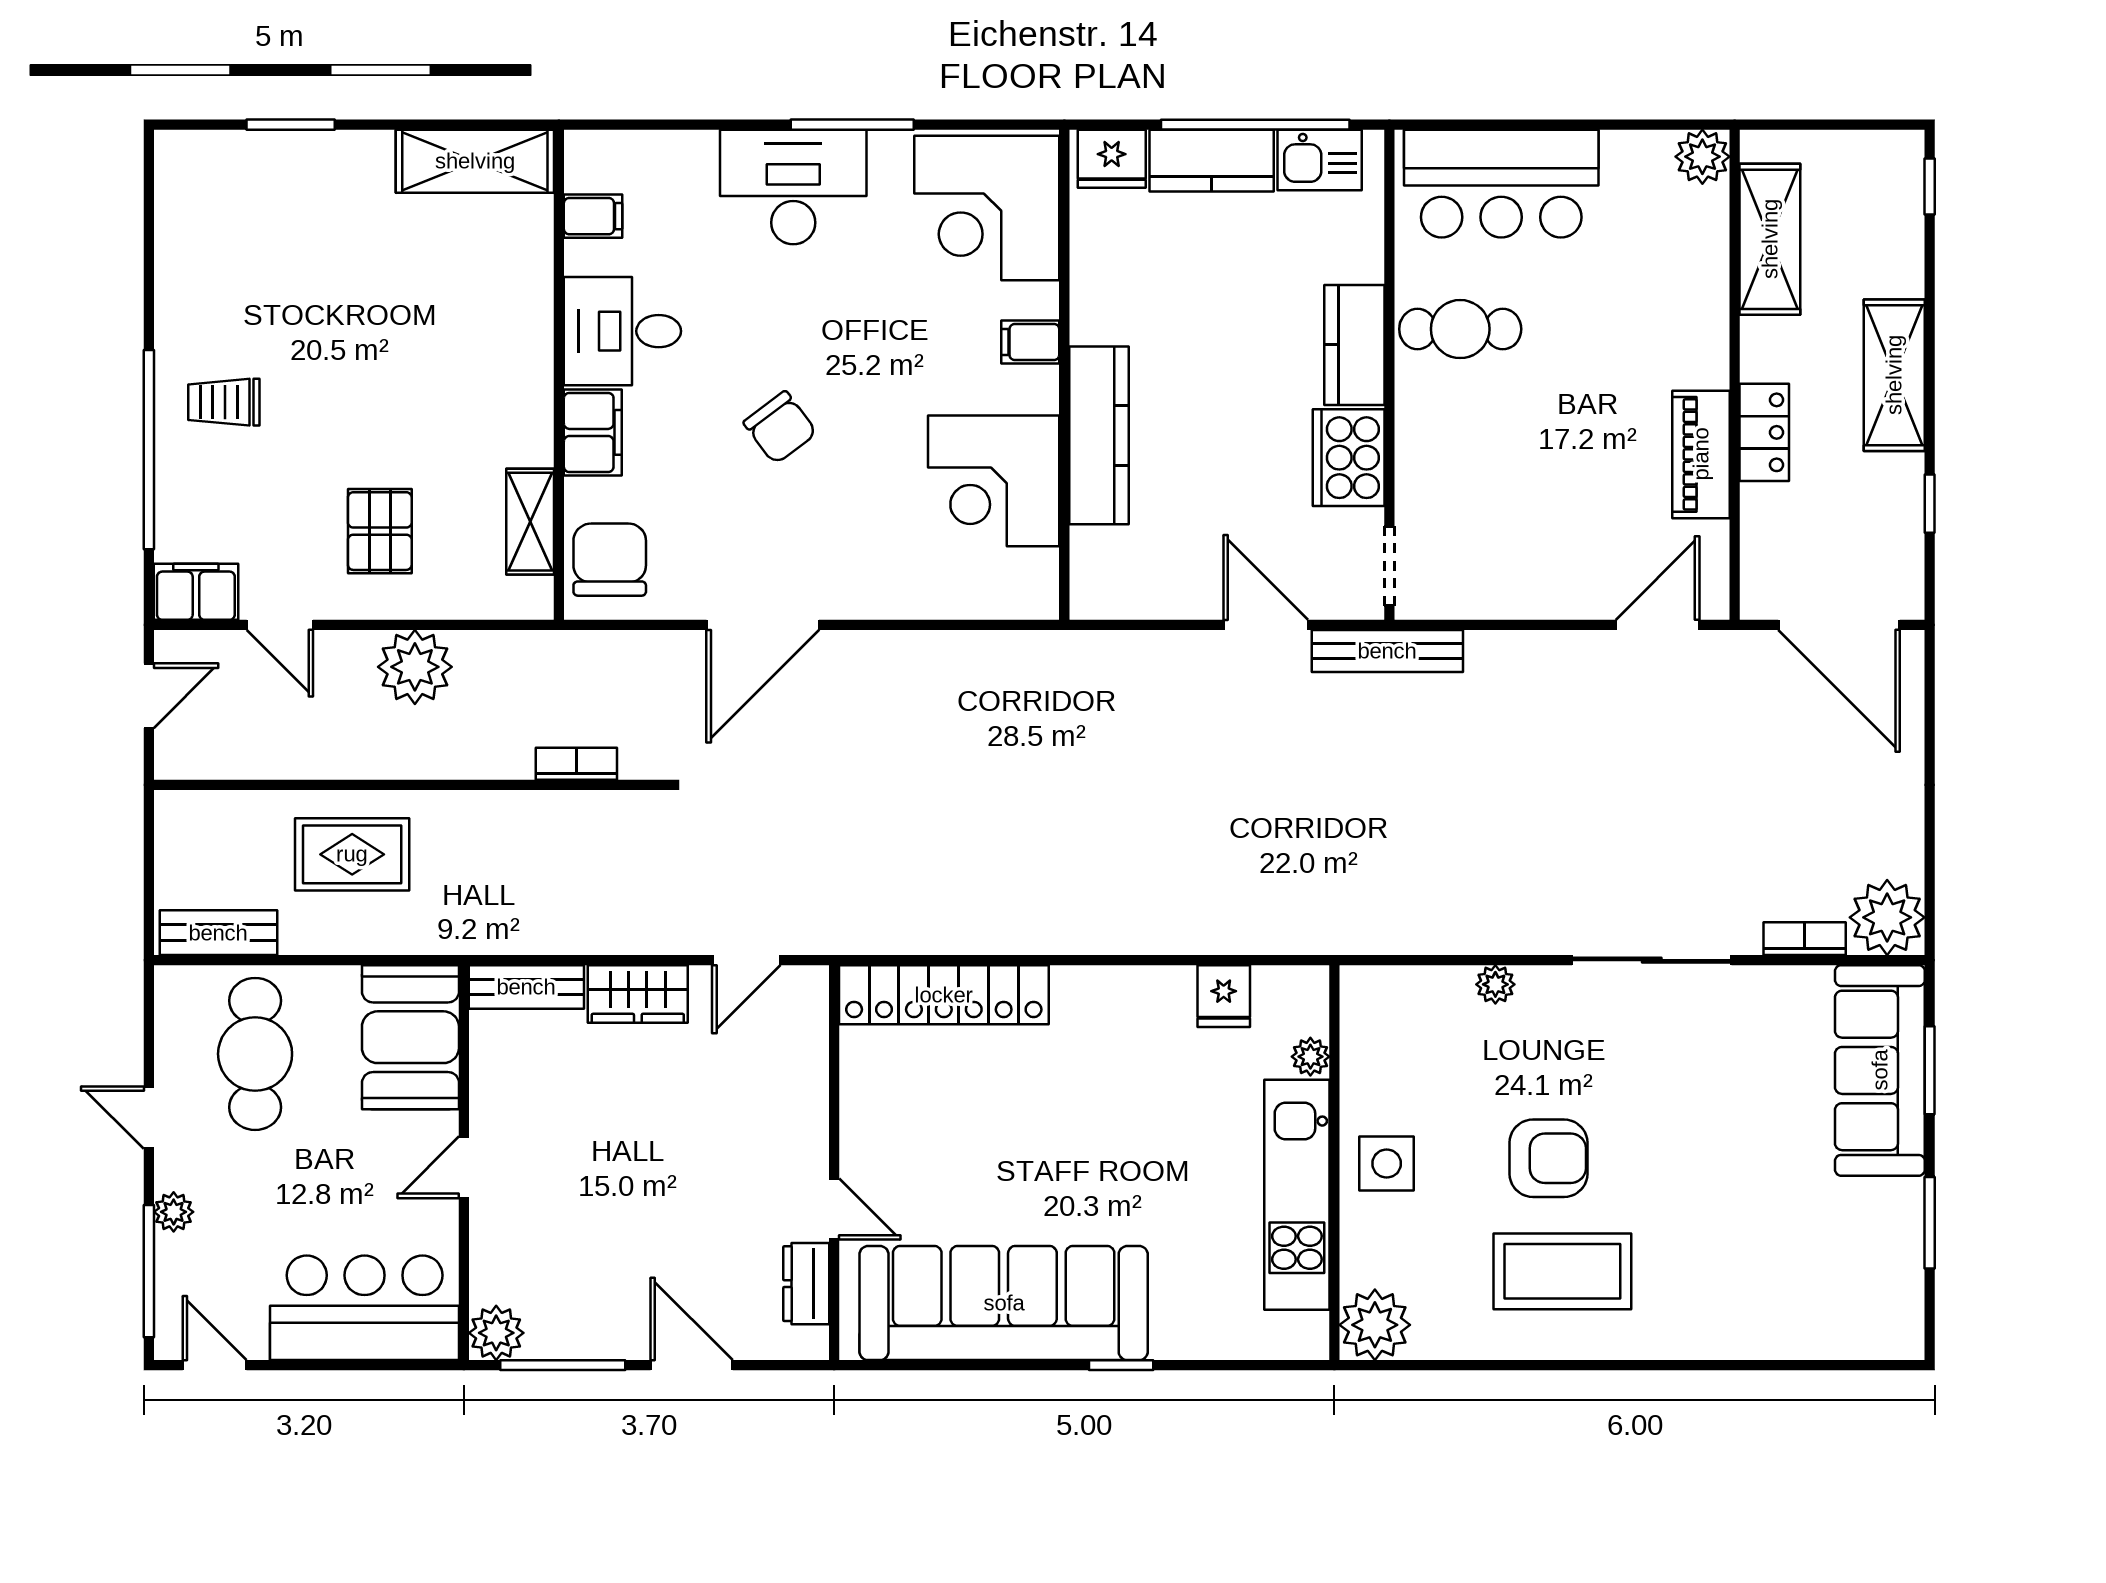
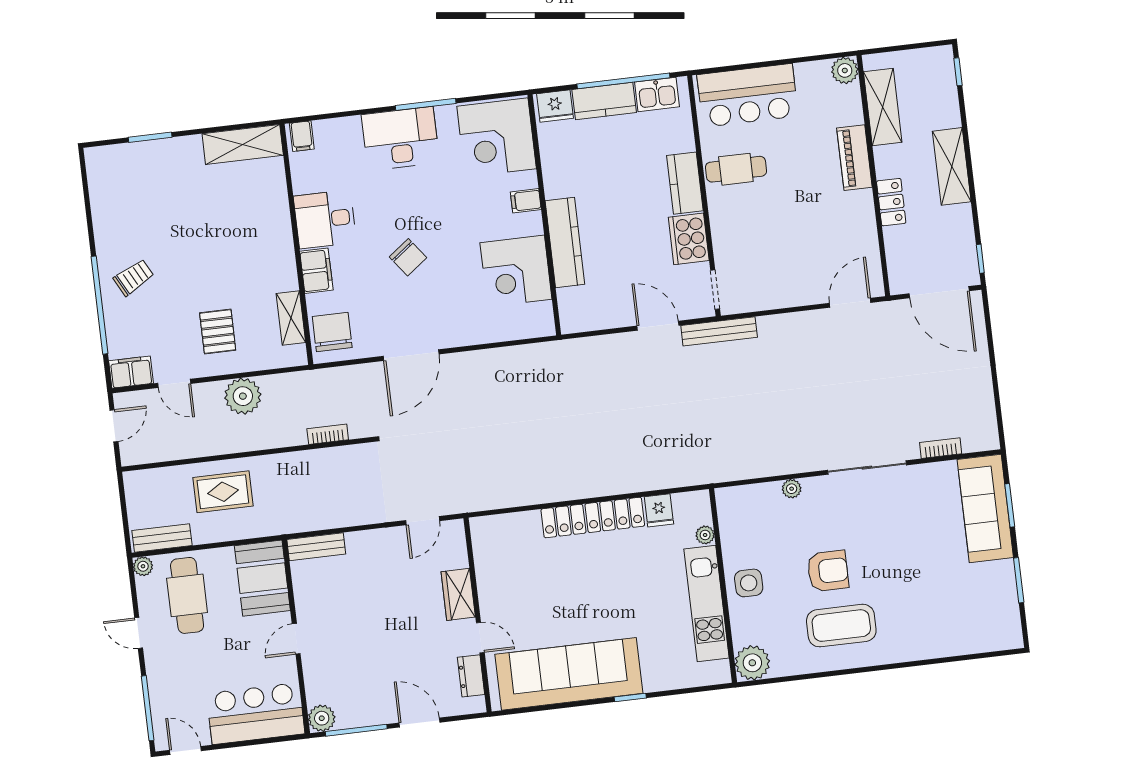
filing cabinet: (593, 216) -> (302, 136), moved, turned 90
trolley: (224, 402) -> (134, 277), turned 152
piano: (1701, 454) -> (854, 158), moved
window: (1930, 504) -> (980, 259), moved
plant: (1887, 917) -> (980, 433), removed
wardrobe: (638, 994) -> (458, 594), moved, turned 90
locker: (944, 995) -> (593, 518), moved
plant: (174, 1212) -> (143, 566), moved

